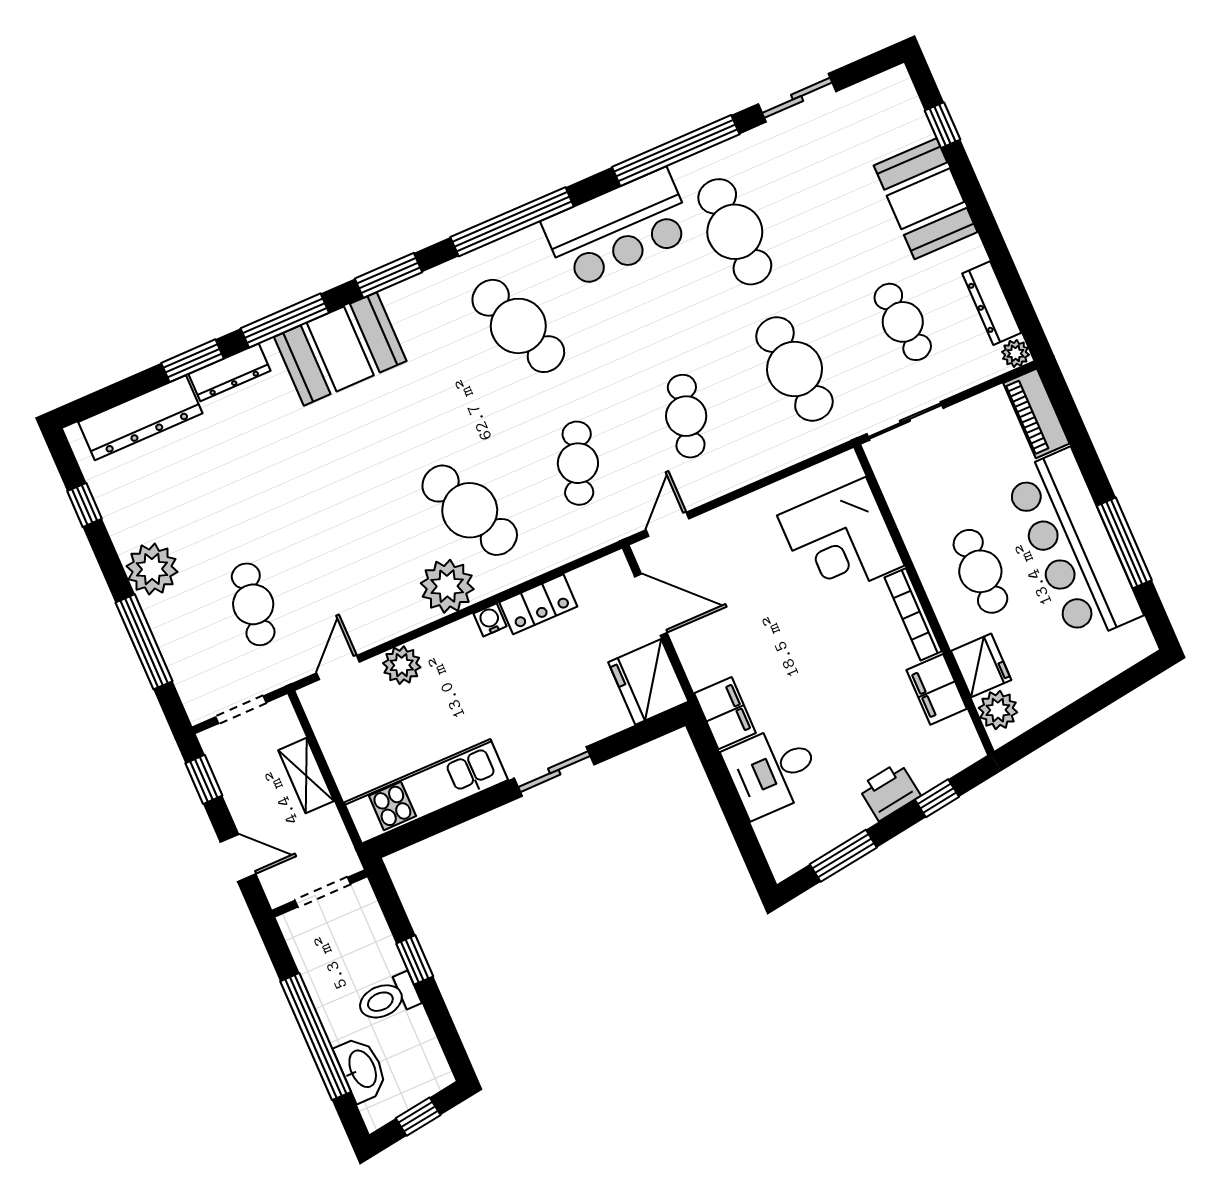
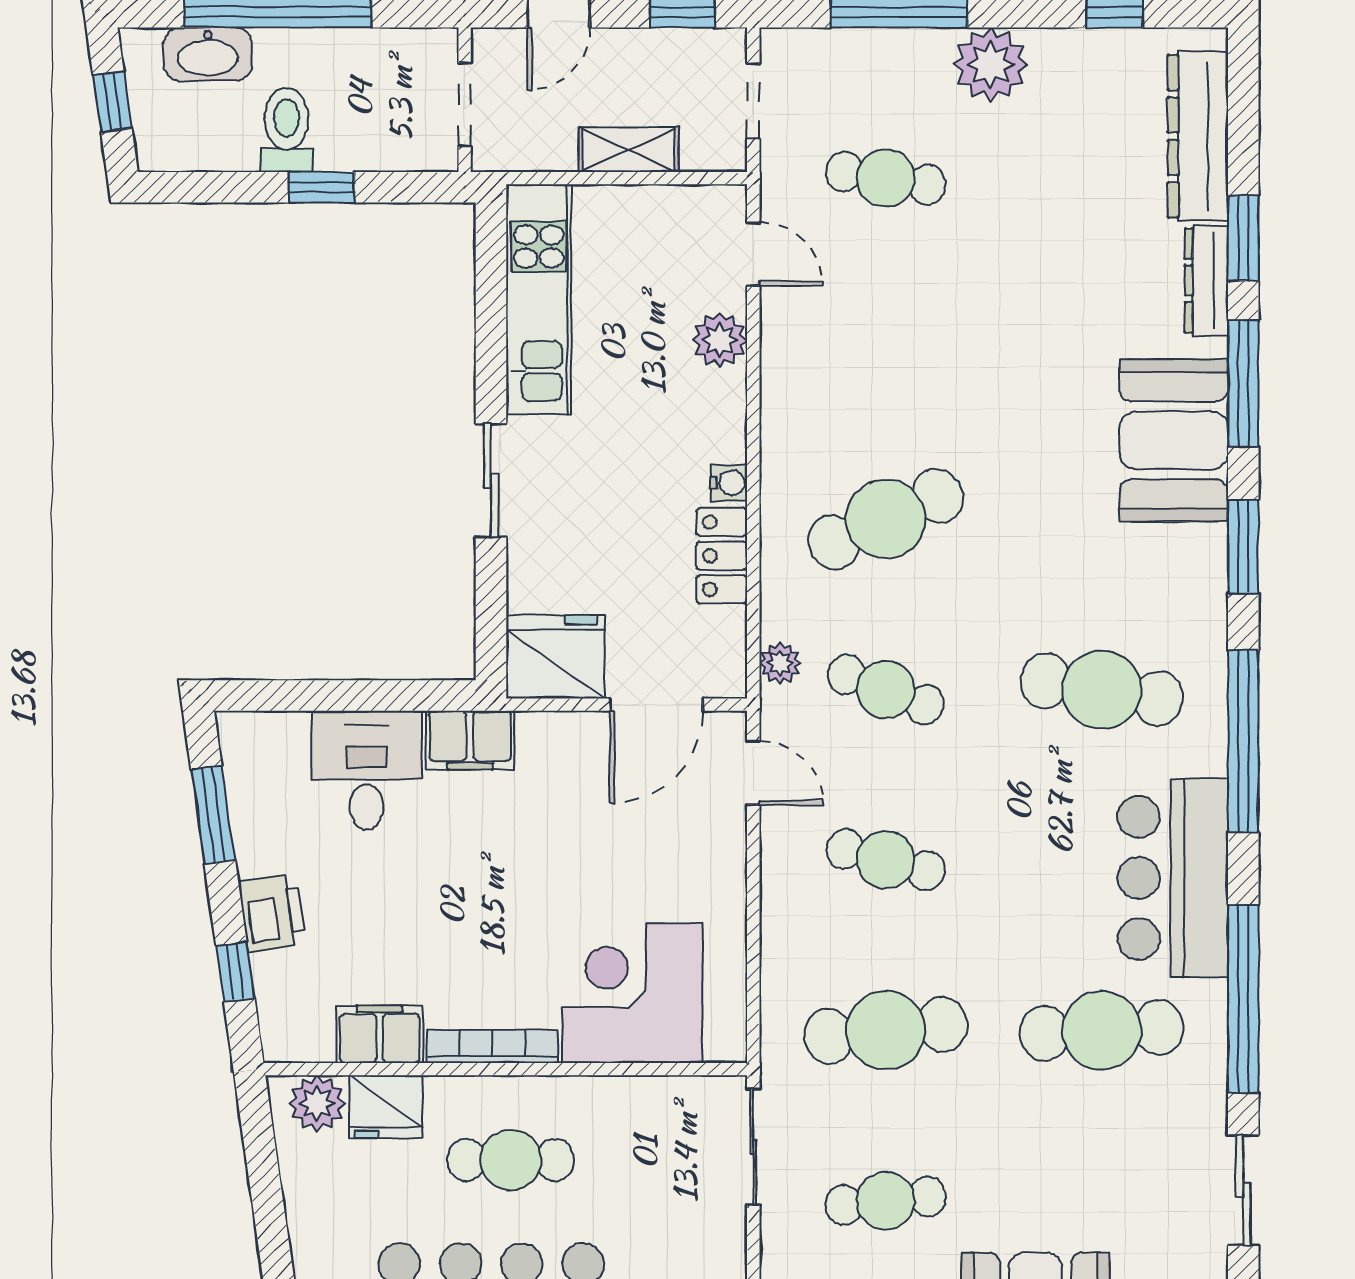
cafe table: (518, 326) -> (1102, 689), turned 30
plant: (447, 586) -> (780, 663), moved, width x0.53, depth x0.53

